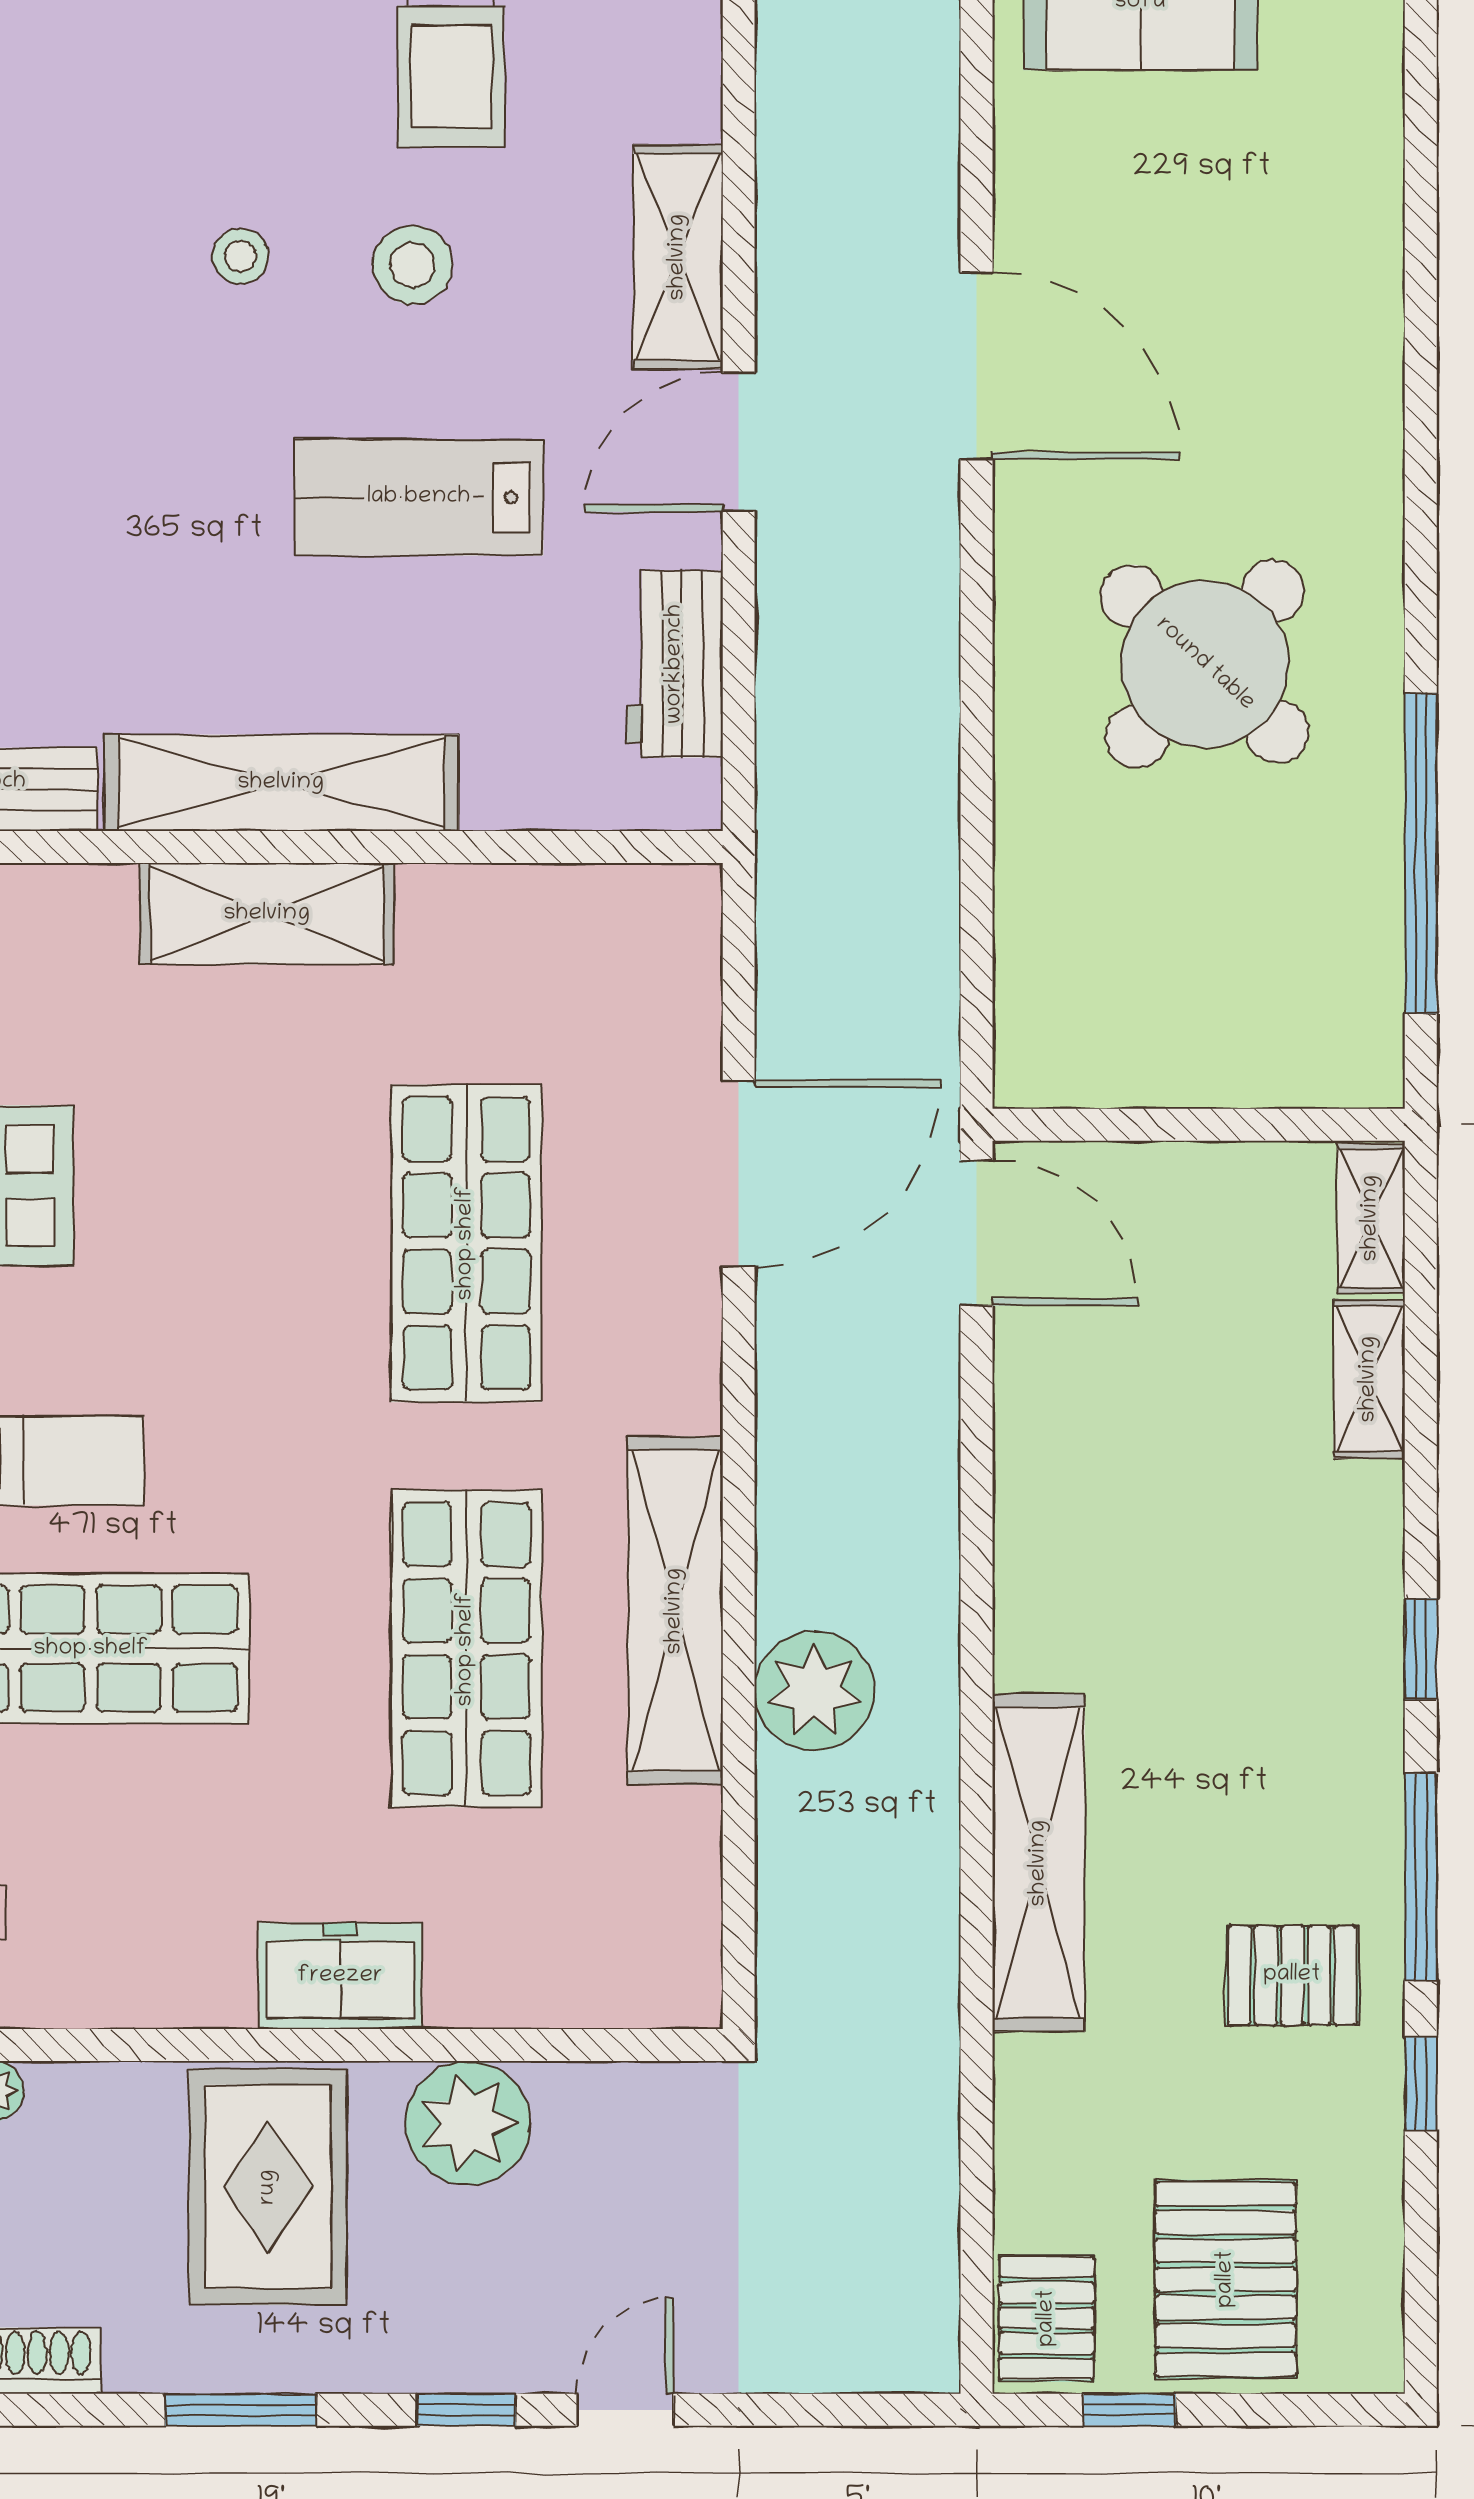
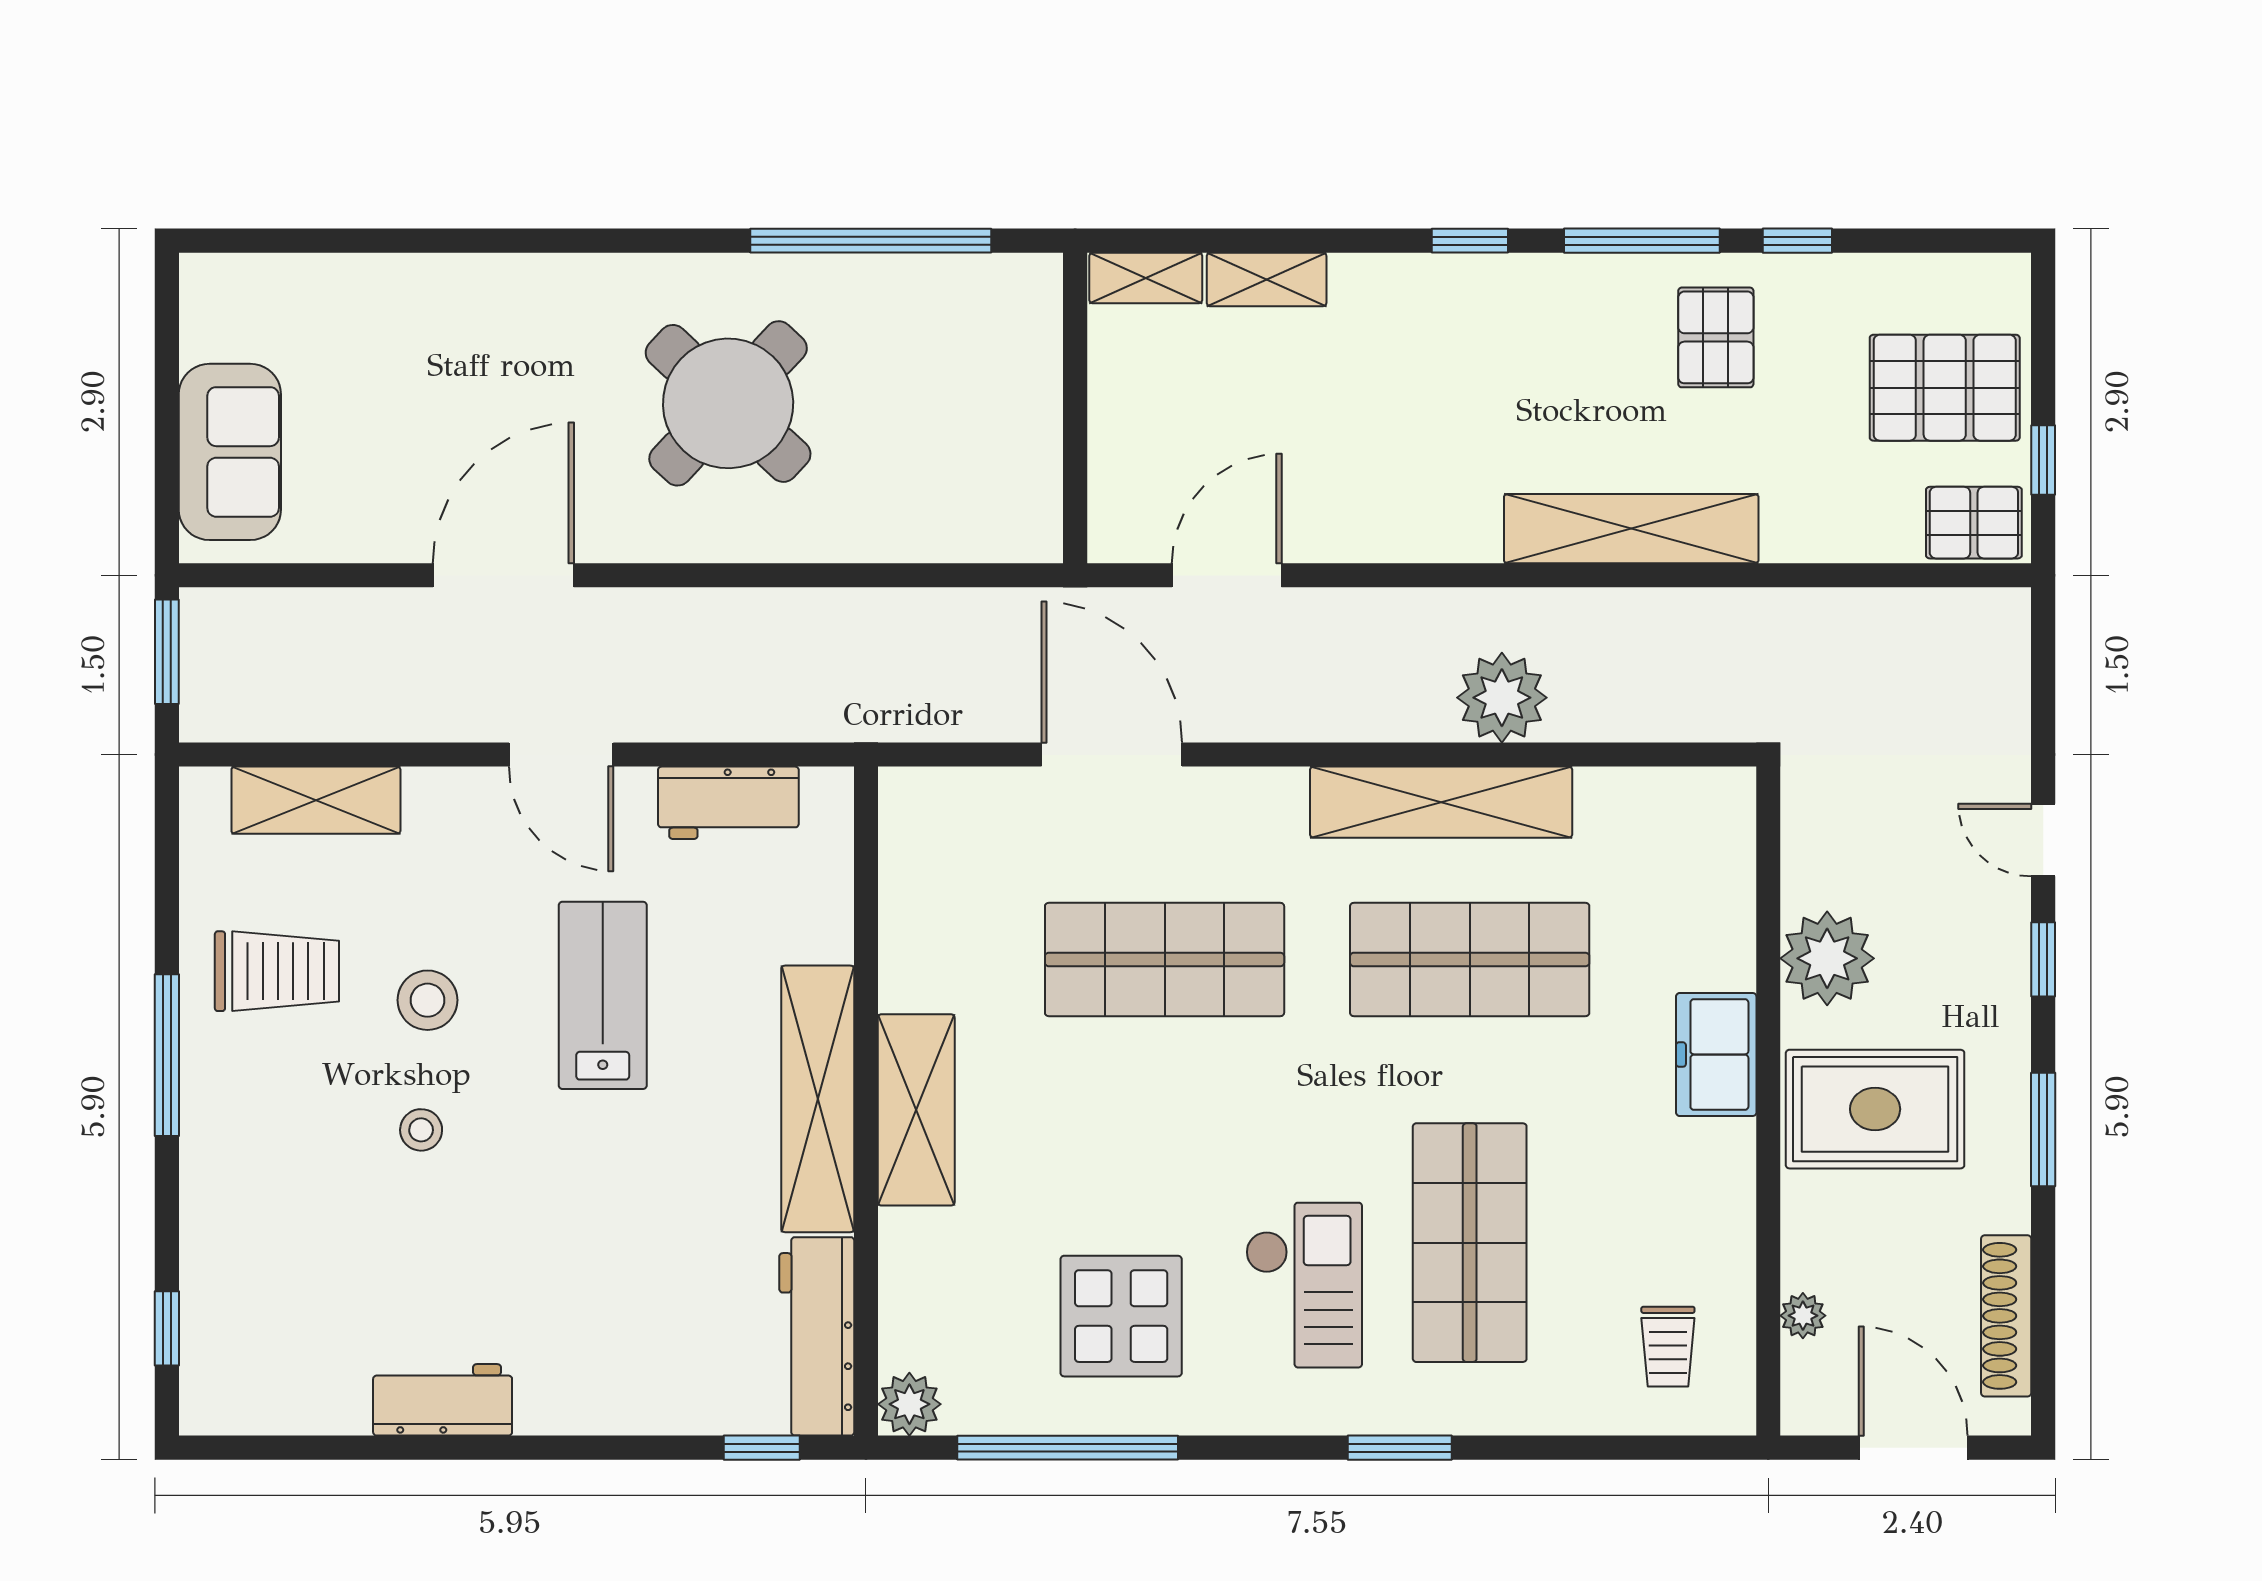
shelving: (678, 257) -> (316, 800), moved
lab bench: (419, 497) -> (603, 995), turned 180
door: (977, 1233) -> (1227, 575), moved

